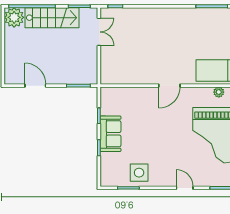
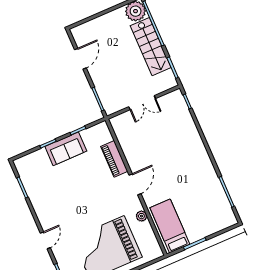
double door: (99, 32) -> (142, 103), moved
door: (169, 86) -> (135, 184), swing flipped
plant: (219, 92) -> (141, 216), moved
piano: (138, 94) -> (114, 159), added
side table: (139, 173) -> (41, 191), removed

